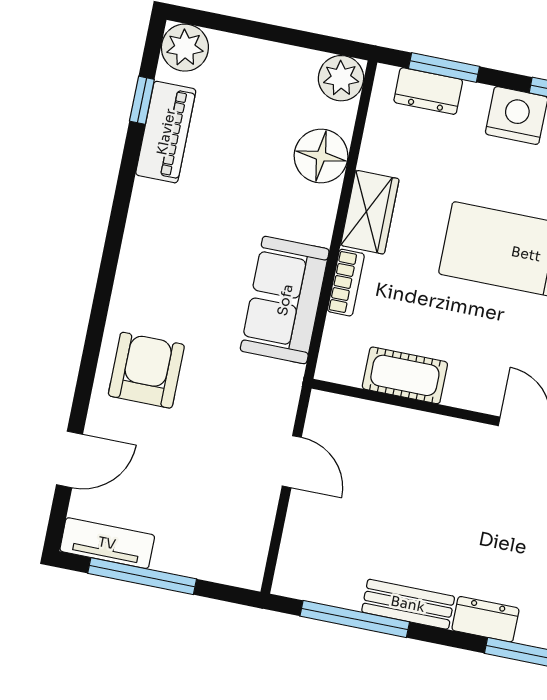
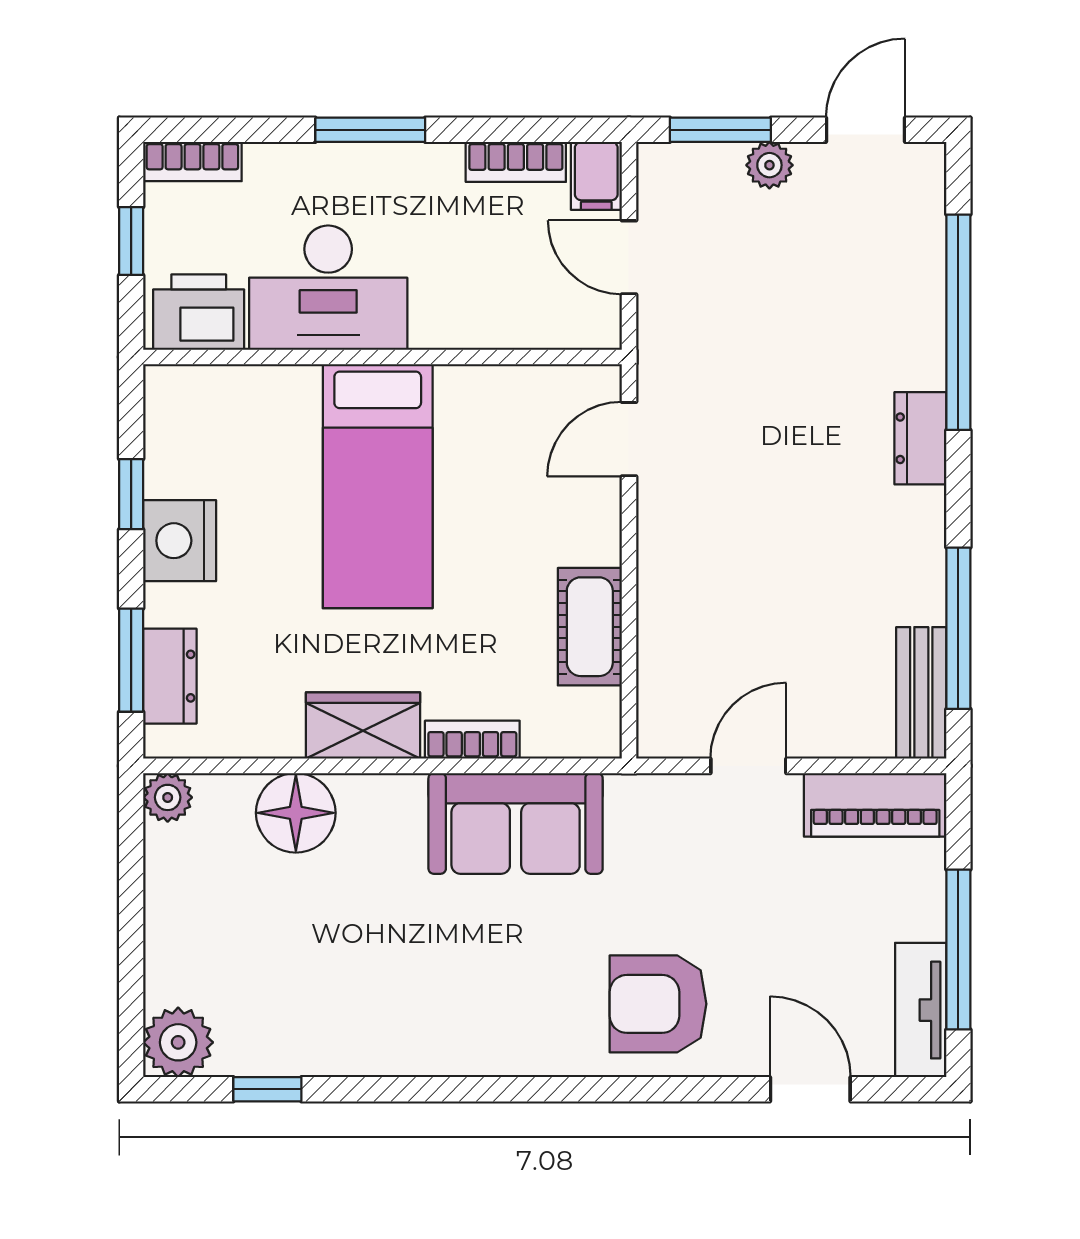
plant: (341, 78) -> (168, 797), width x0.73, depth x0.73
piano: (166, 132) -> (875, 805), moved, turned 180
bench: (408, 604) -> (921, 693), moved

